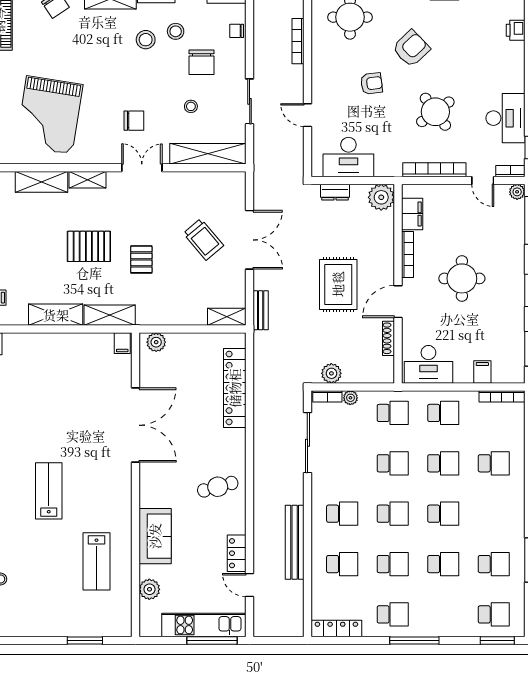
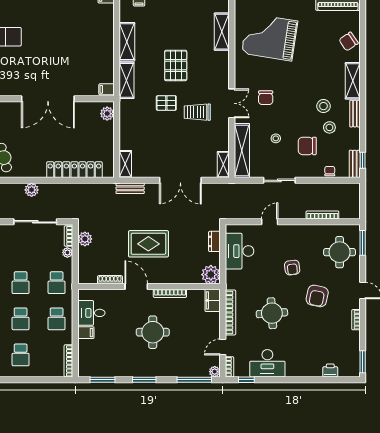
armchair: (411, 49) -> (317, 296), turned 56
round table: (435, 112) -> (272, 313), turned 32
shelving: (88, 180) -> (223, 165), moved
filing cabinet: (412, 214) -> (213, 300), moved, turned 90
trolley: (203, 239) -> (197, 112), moved, turned 40
desk: (428, 364) -> (91, 313), width x0.73
filing cabinet: (482, 372) -> (86, 333), moved
plant: (263, 448) -> (32, 190), added

